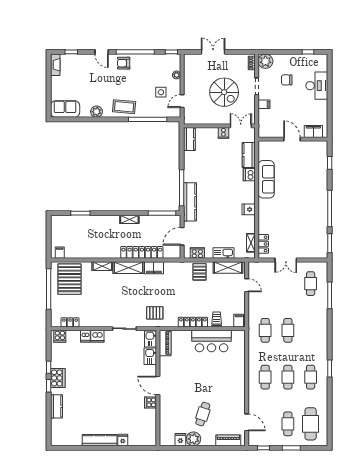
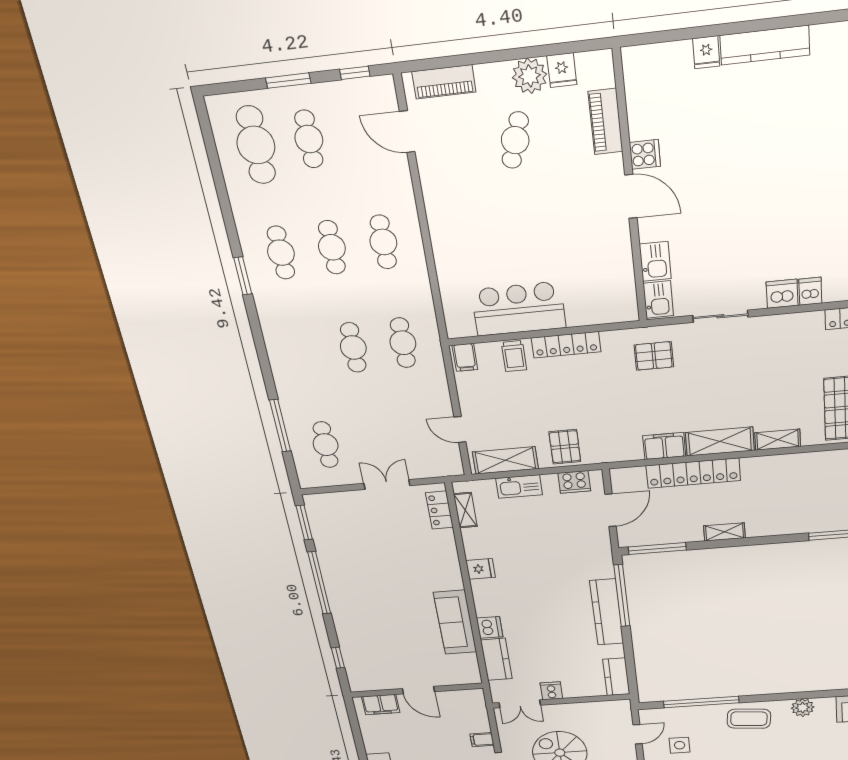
kitchen counter: (190, 202) -> (607, 612), moved
piano: (165, 343) -> (605, 122), moved

